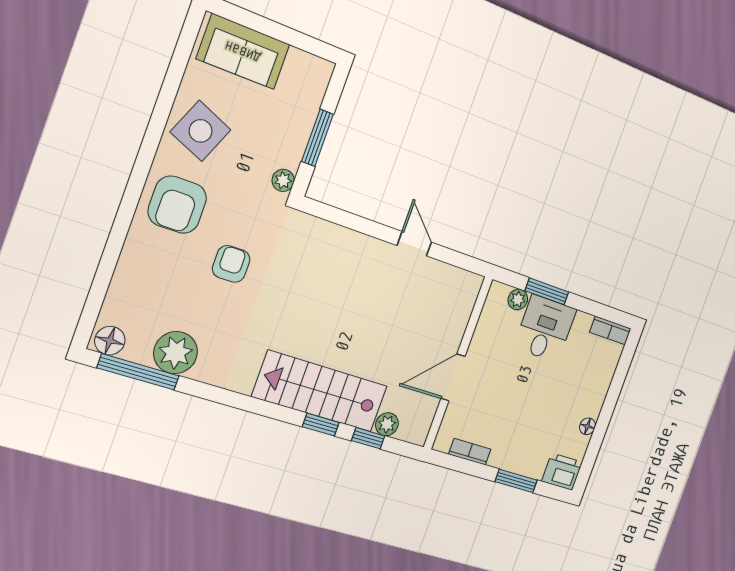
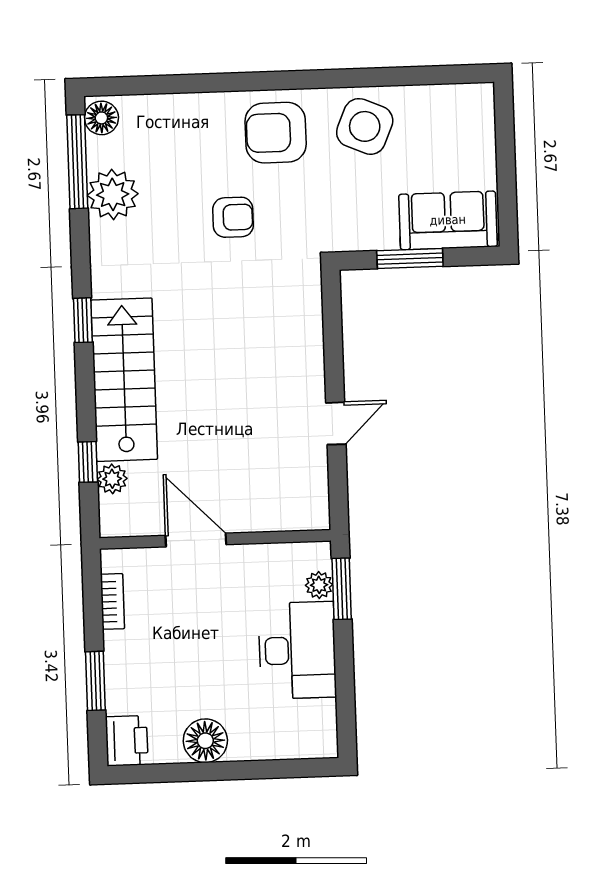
sofa: (243, 52) -> (448, 220), moved, turned 90
plant: (283, 180) -> (348, 239), removed
window: (547, 291) -> (342, 589), moved
desk: (545, 329) -> (297, 650), width x1.37
bookcase: (610, 330) -> (326, 729), removed
window: (321, 425) -> (83, 320), moved
floor lamp: (587, 426) -> (205, 741), width x1.89, depth x1.89

